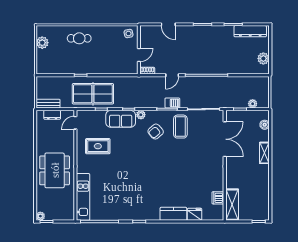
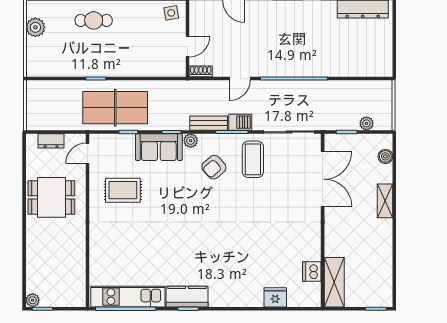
plant: (263, 58) -> (383, 52), removed
bench: (48, 104) -> (209, 123), moved
dining table: (55, 170) -> (51, 197), moved, width x0.73
kitchen unit: (83, 197) -> (128, 297), moved, turned -90
kitchen counter: (173, 214) -> (187, 297), moved

